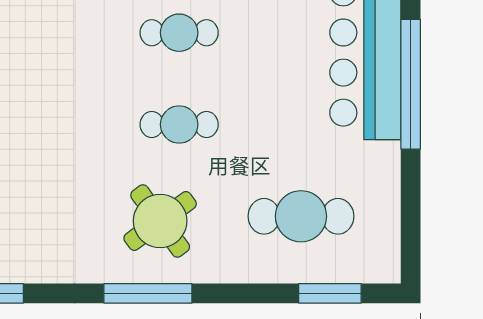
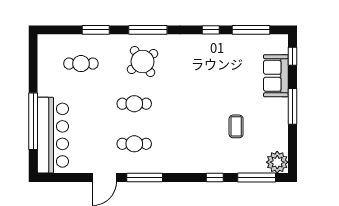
cafe table: (301, 216) -> (81, 64), width x0.73, depth x0.74
window: (330, 293) -> (96, 30), moved

